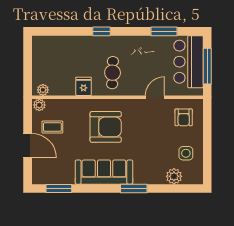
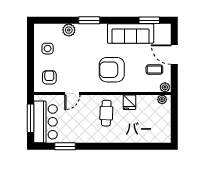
window: (101, 31) -> (115, 146), removed
sofa: (104, 172) -> (131, 34), moved
plant: (174, 176) -> (69, 30), moved

